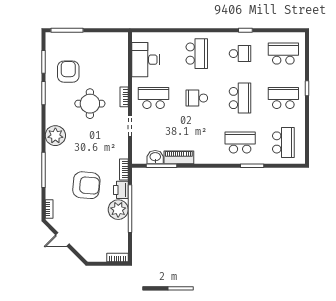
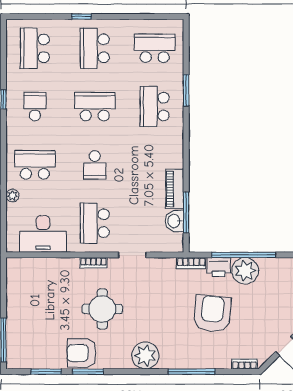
plant: (174, 37) -> (12, 196), added
armchair: (68, 72) -> (82, 353), moved

